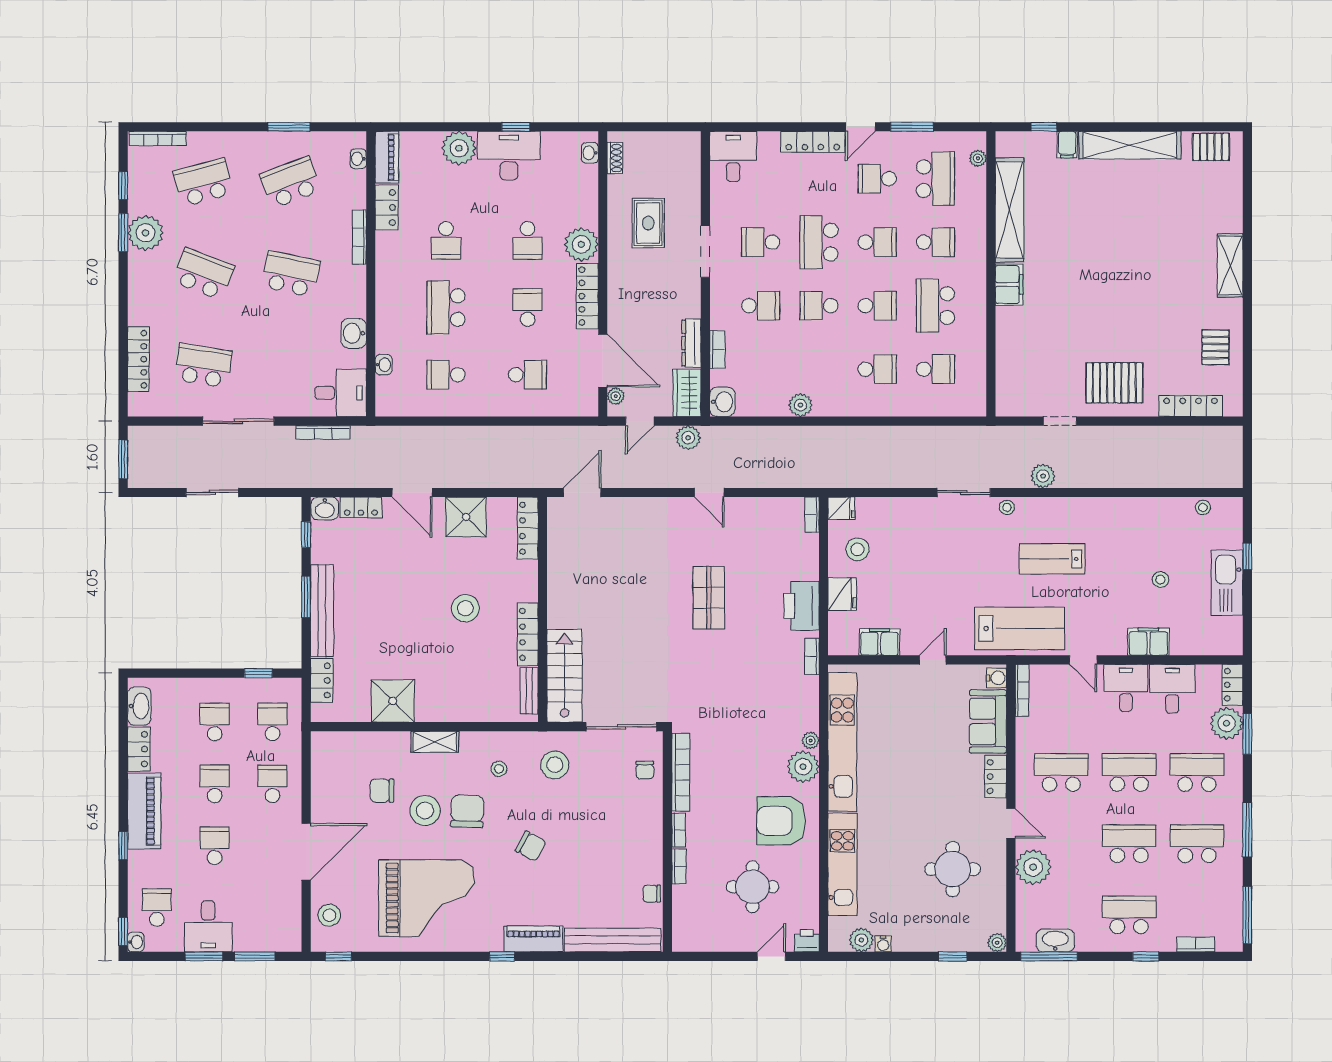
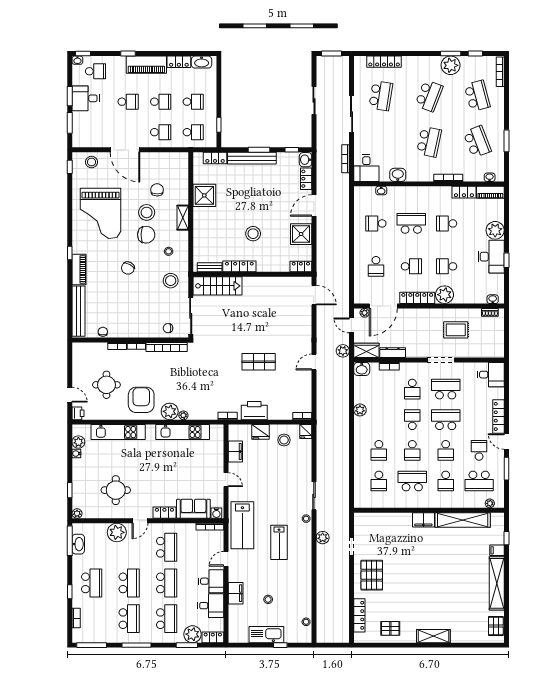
school desk: (761, 242) -> (446, 389), width x1.85
school desk: (446, 375) -> (376, 223), turned -90
locker: (528, 528) -> (301, 266), width x0.66
lab bench: (1052, 559) -> (279, 542), turned 180
kitchen unit: (842, 742) -> (183, 432), width x0.73

